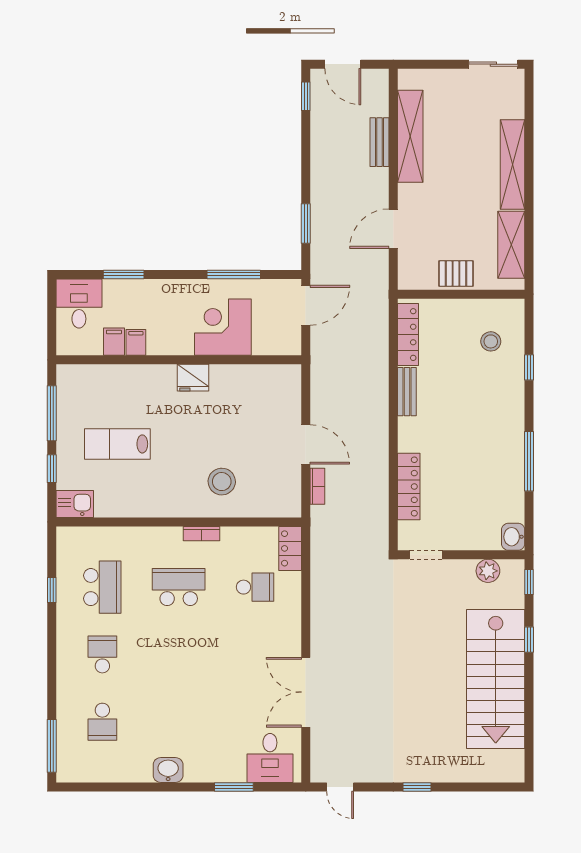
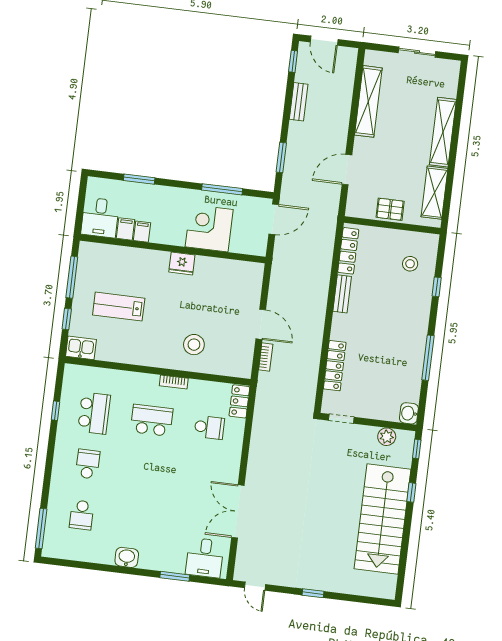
sliding door: (493, 64) -> (417, 52), moved
bench: (380, 142) -> (299, 102), moved
desk: (79, 303) -> (100, 218), moved, turned 180

